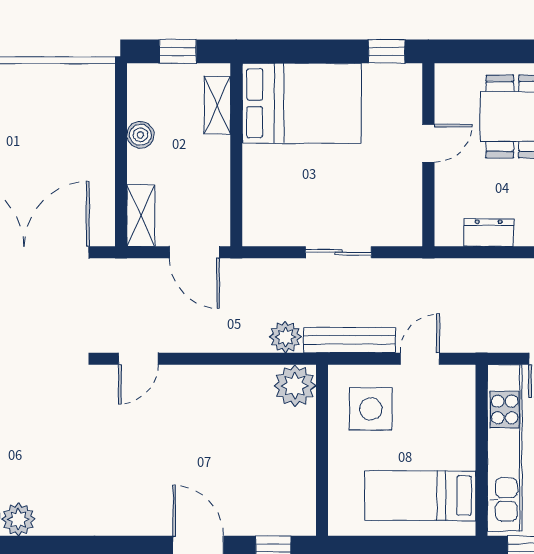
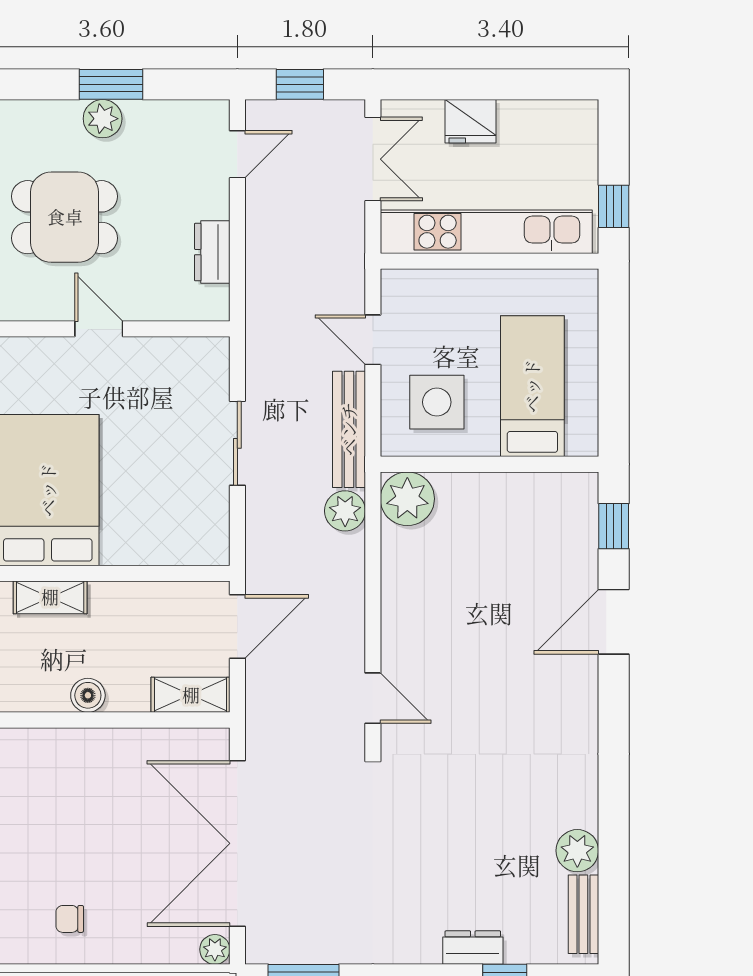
bed: (420, 496) -> (532, 386), moved, turned 180

